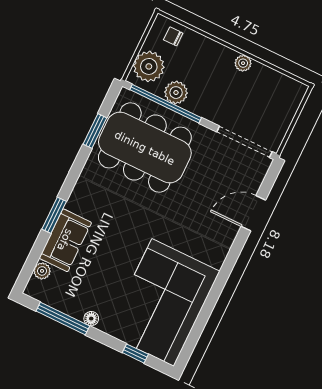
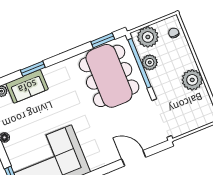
plant: (243, 63) -> (192, 80), width x1.87, depth x1.87
window: (95, 131) -> (103, 40), moved

